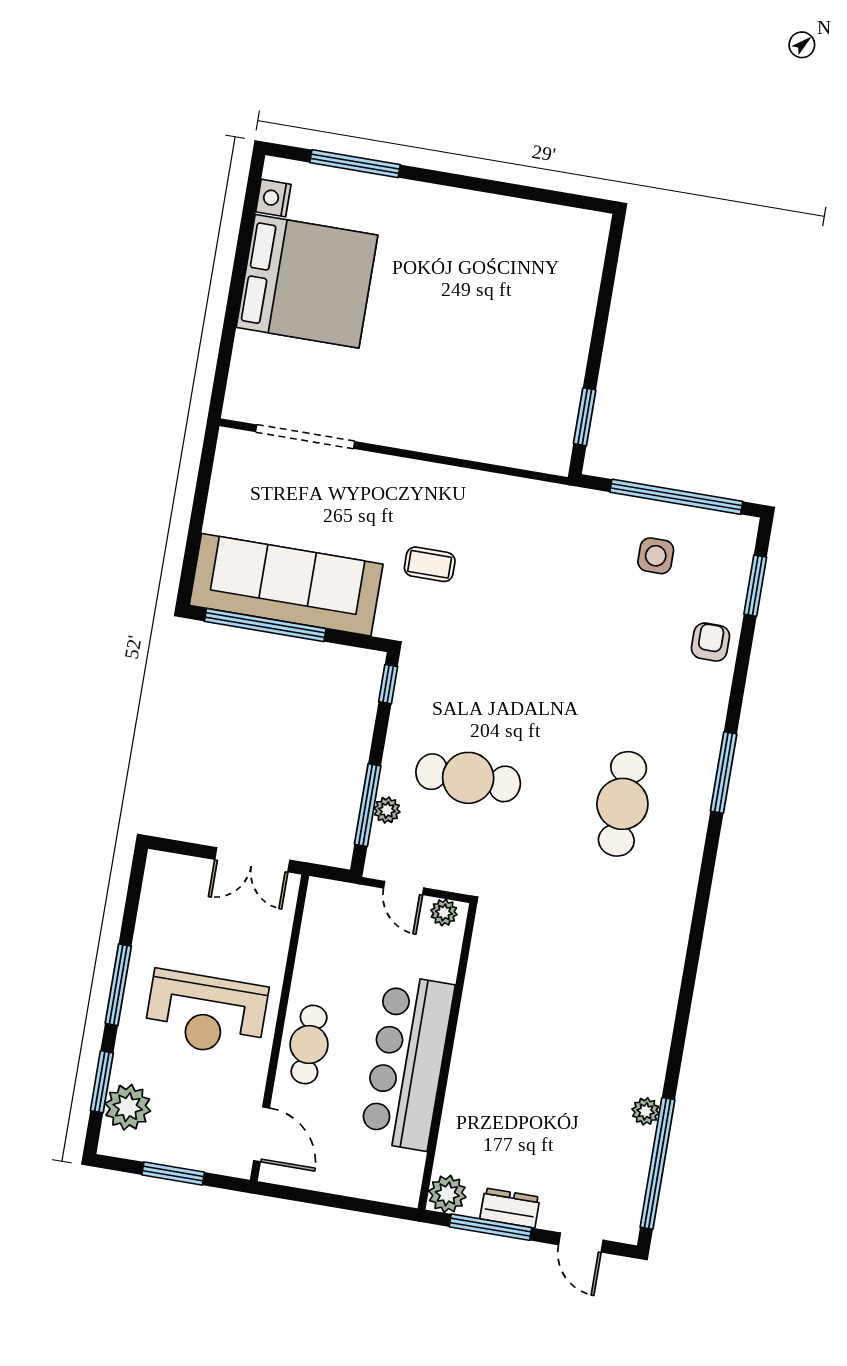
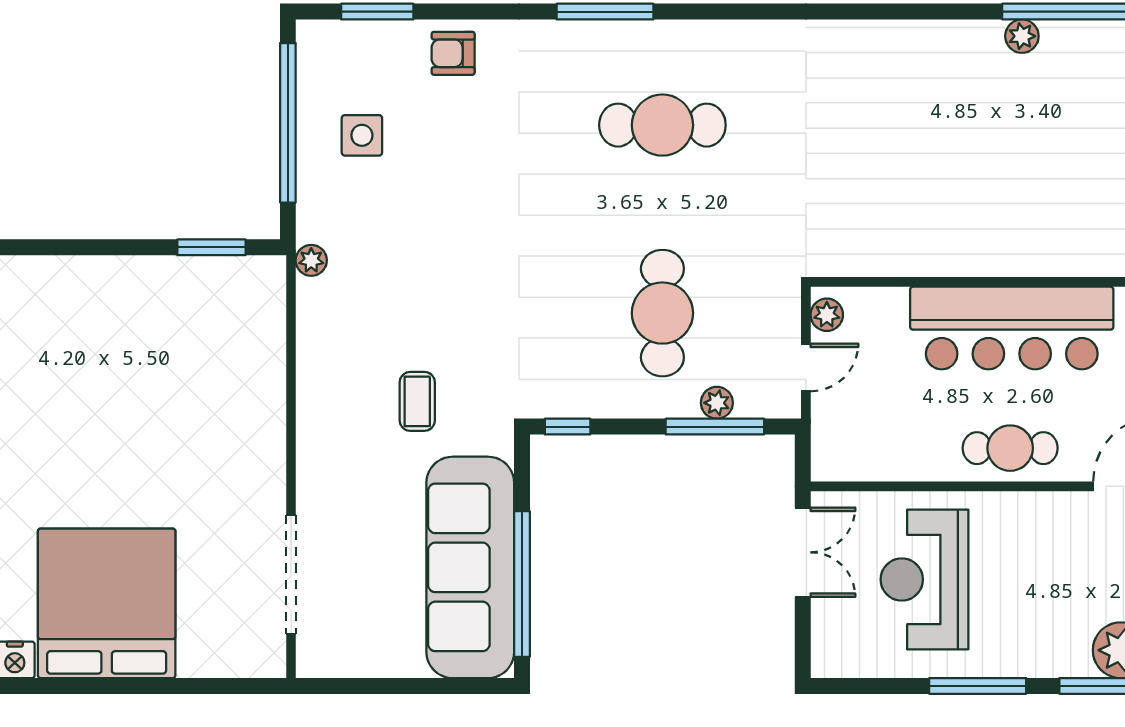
plant: (560, 497) -> (311, 260), added
reception desk: (206, 1013) -> (925, 580), moved, turned 180

